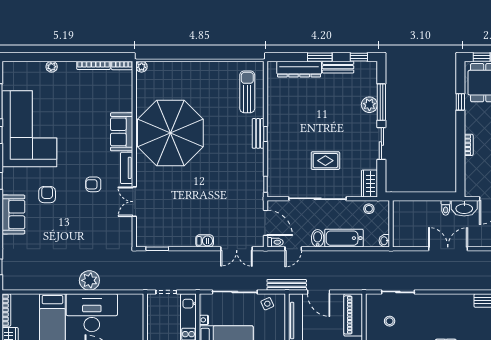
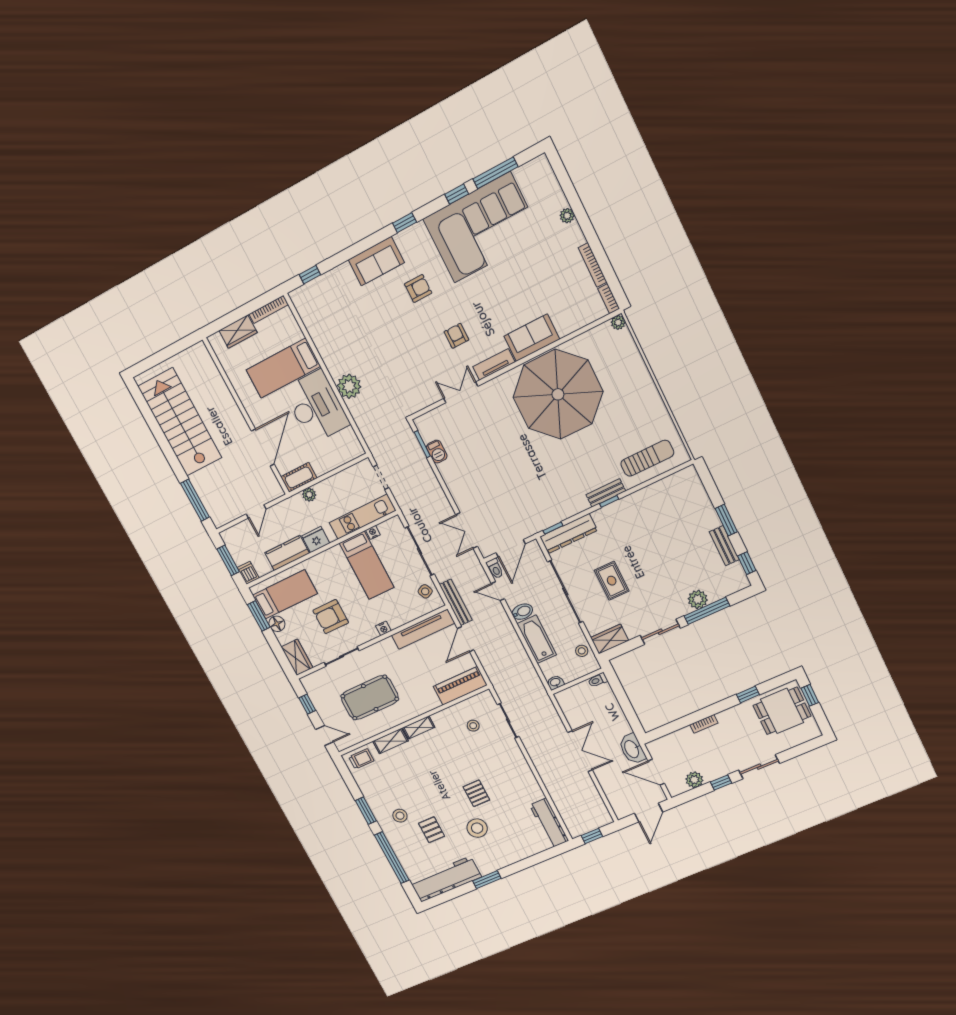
dresser: (299, 69) -> (569, 534), moved, turned -90
toilet: (446, 208) -> (598, 680), moved
barbecue: (205, 241) -> (437, 452), moved

